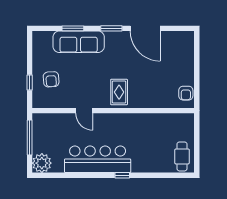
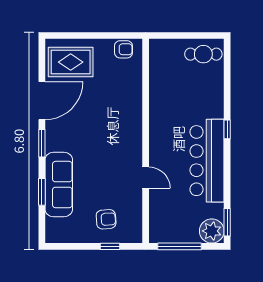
rug: (119, 92) -> (71, 62), moved, width x1.36, depth x1.43
door: (84, 111) -> (146, 178), hinge flipped
window: (49, 175) -> (227, 222), added

